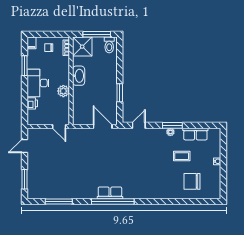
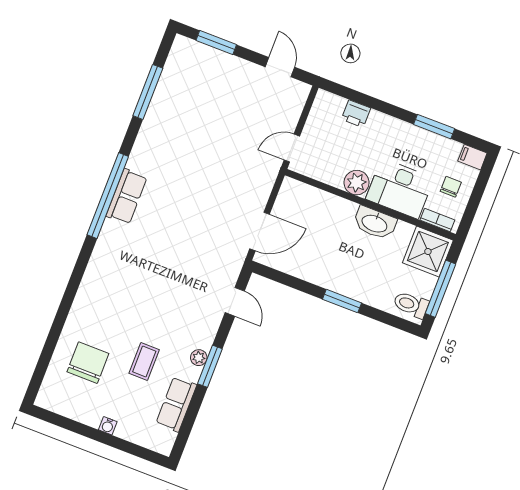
desk: (38, 83) -> (400, 189), moved, turned 180
window: (120, 93) -> (342, 301), moved

